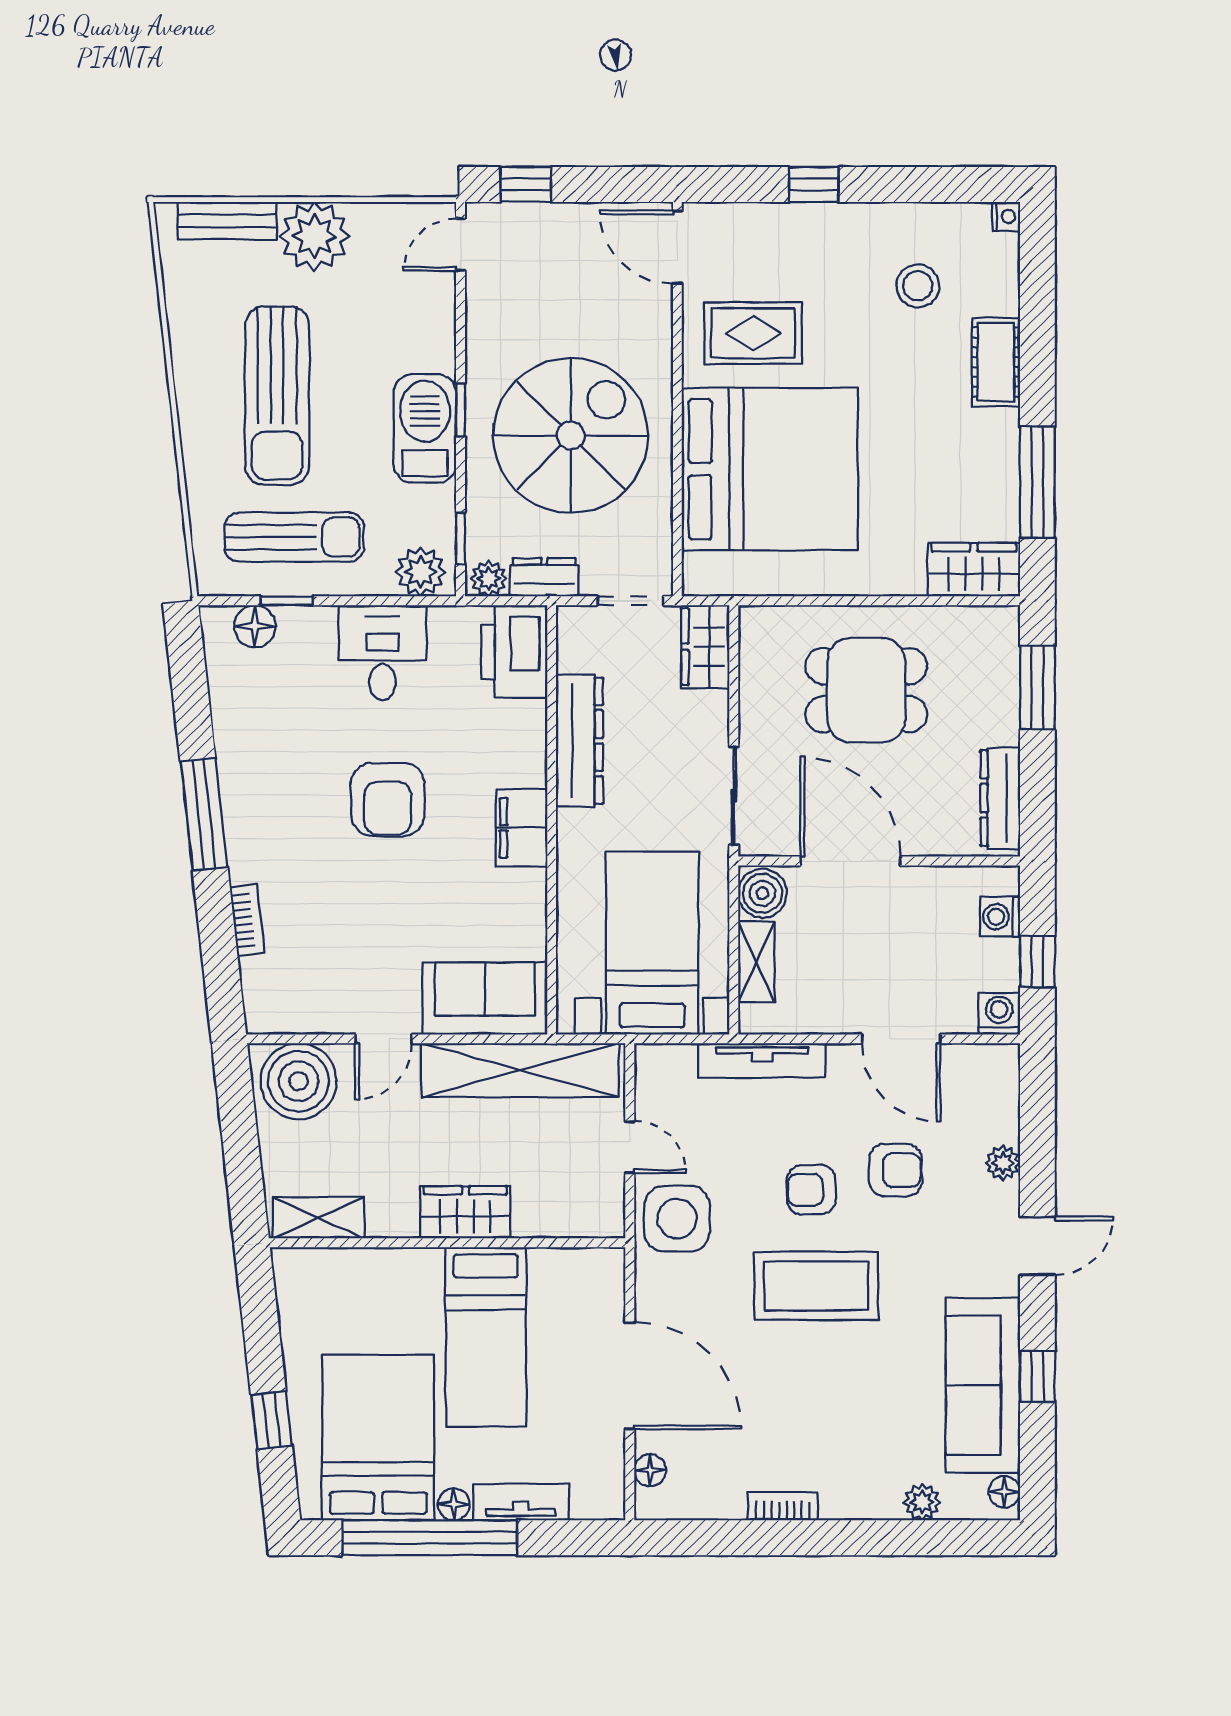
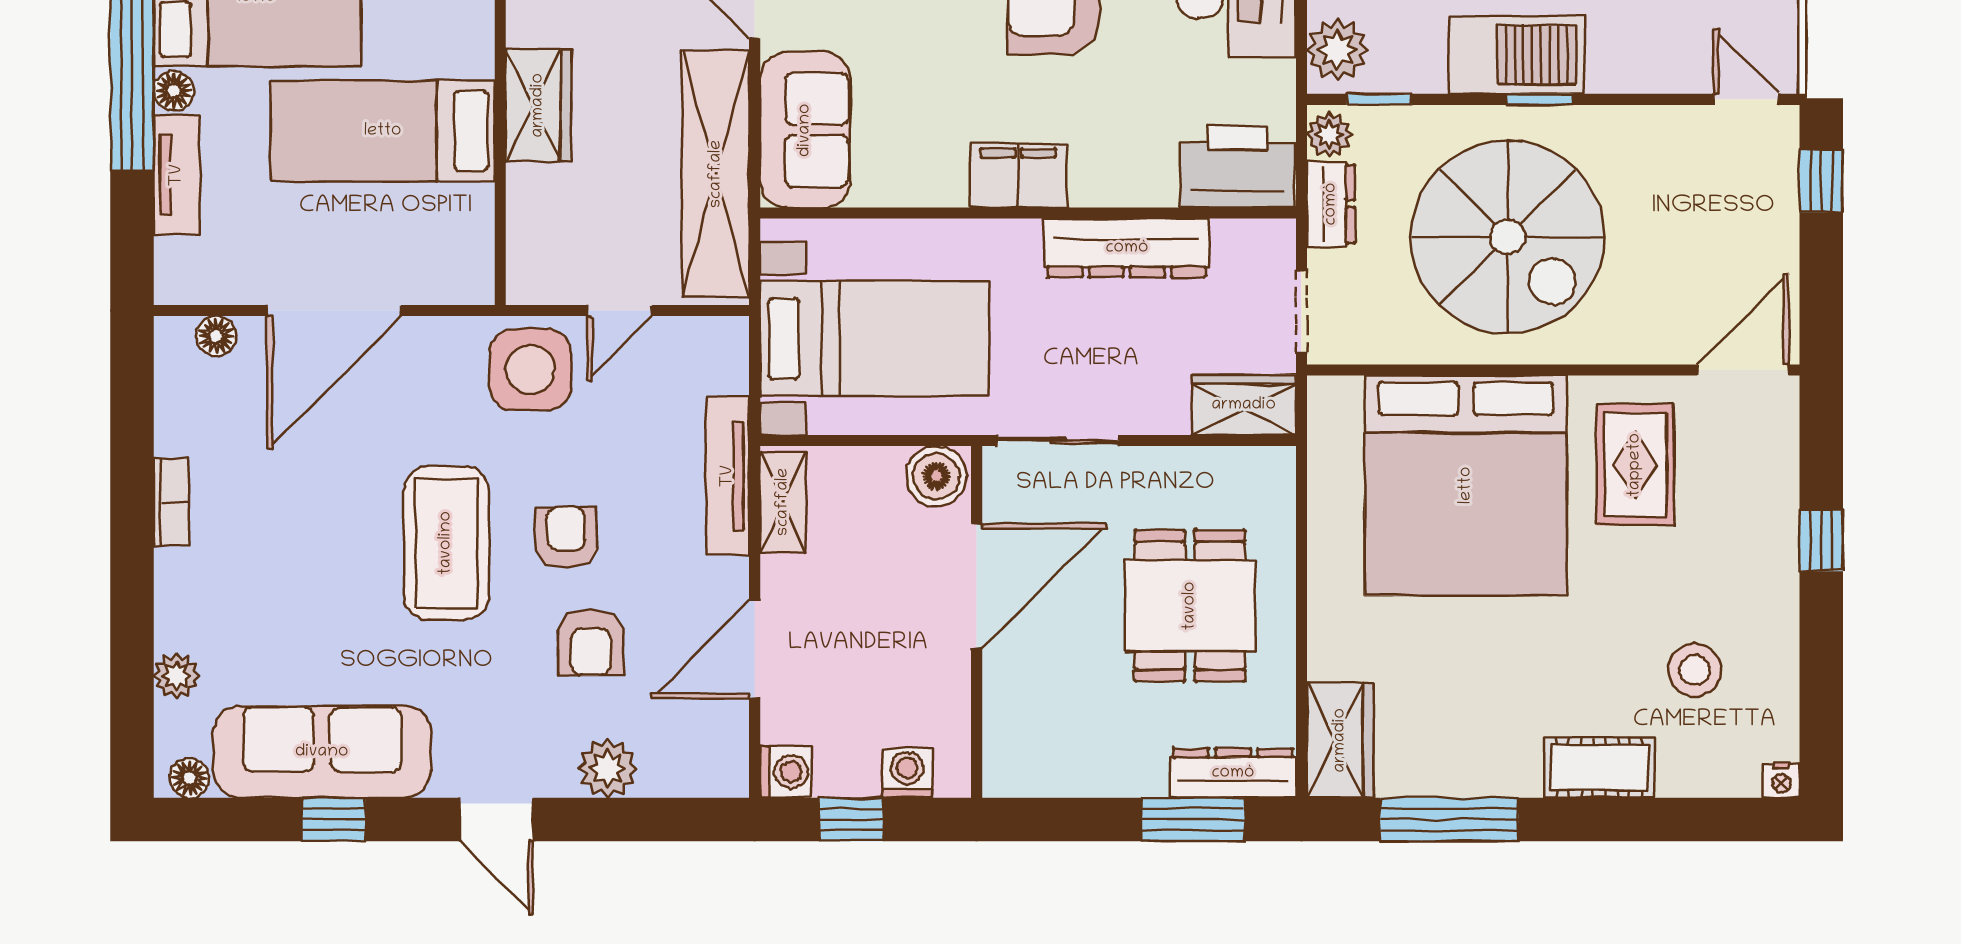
dresser: (1000, 798) -> (1233, 773), moved
shelving: (756, 962) -> (783, 502), moved, turned 90
plant: (1003, 1163) -> (608, 768), width x1.38, depth x1.38

